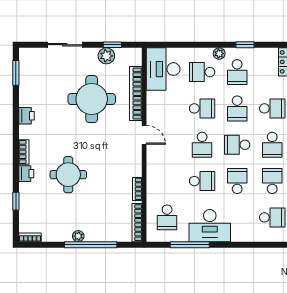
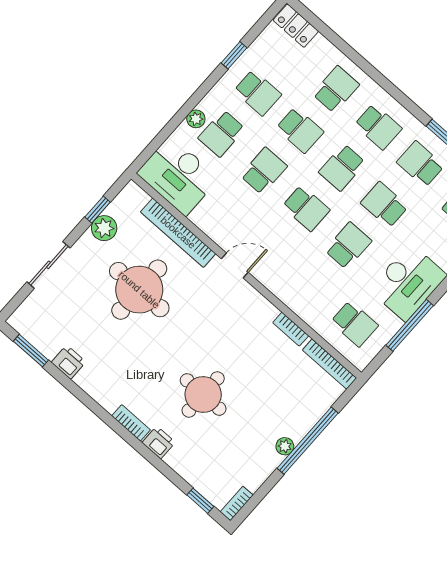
plant: (219, 54) -> (196, 119), moved
printer: (27, 116) -> (69, 362), moved
window: (16, 201) -> (200, 501), moved

